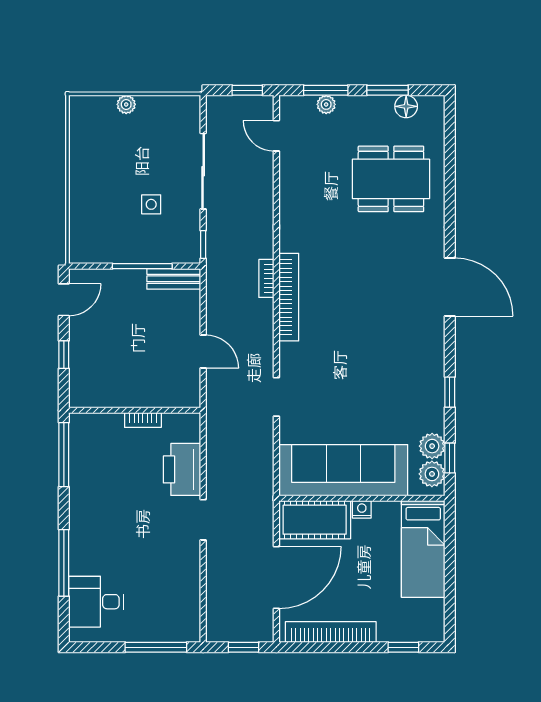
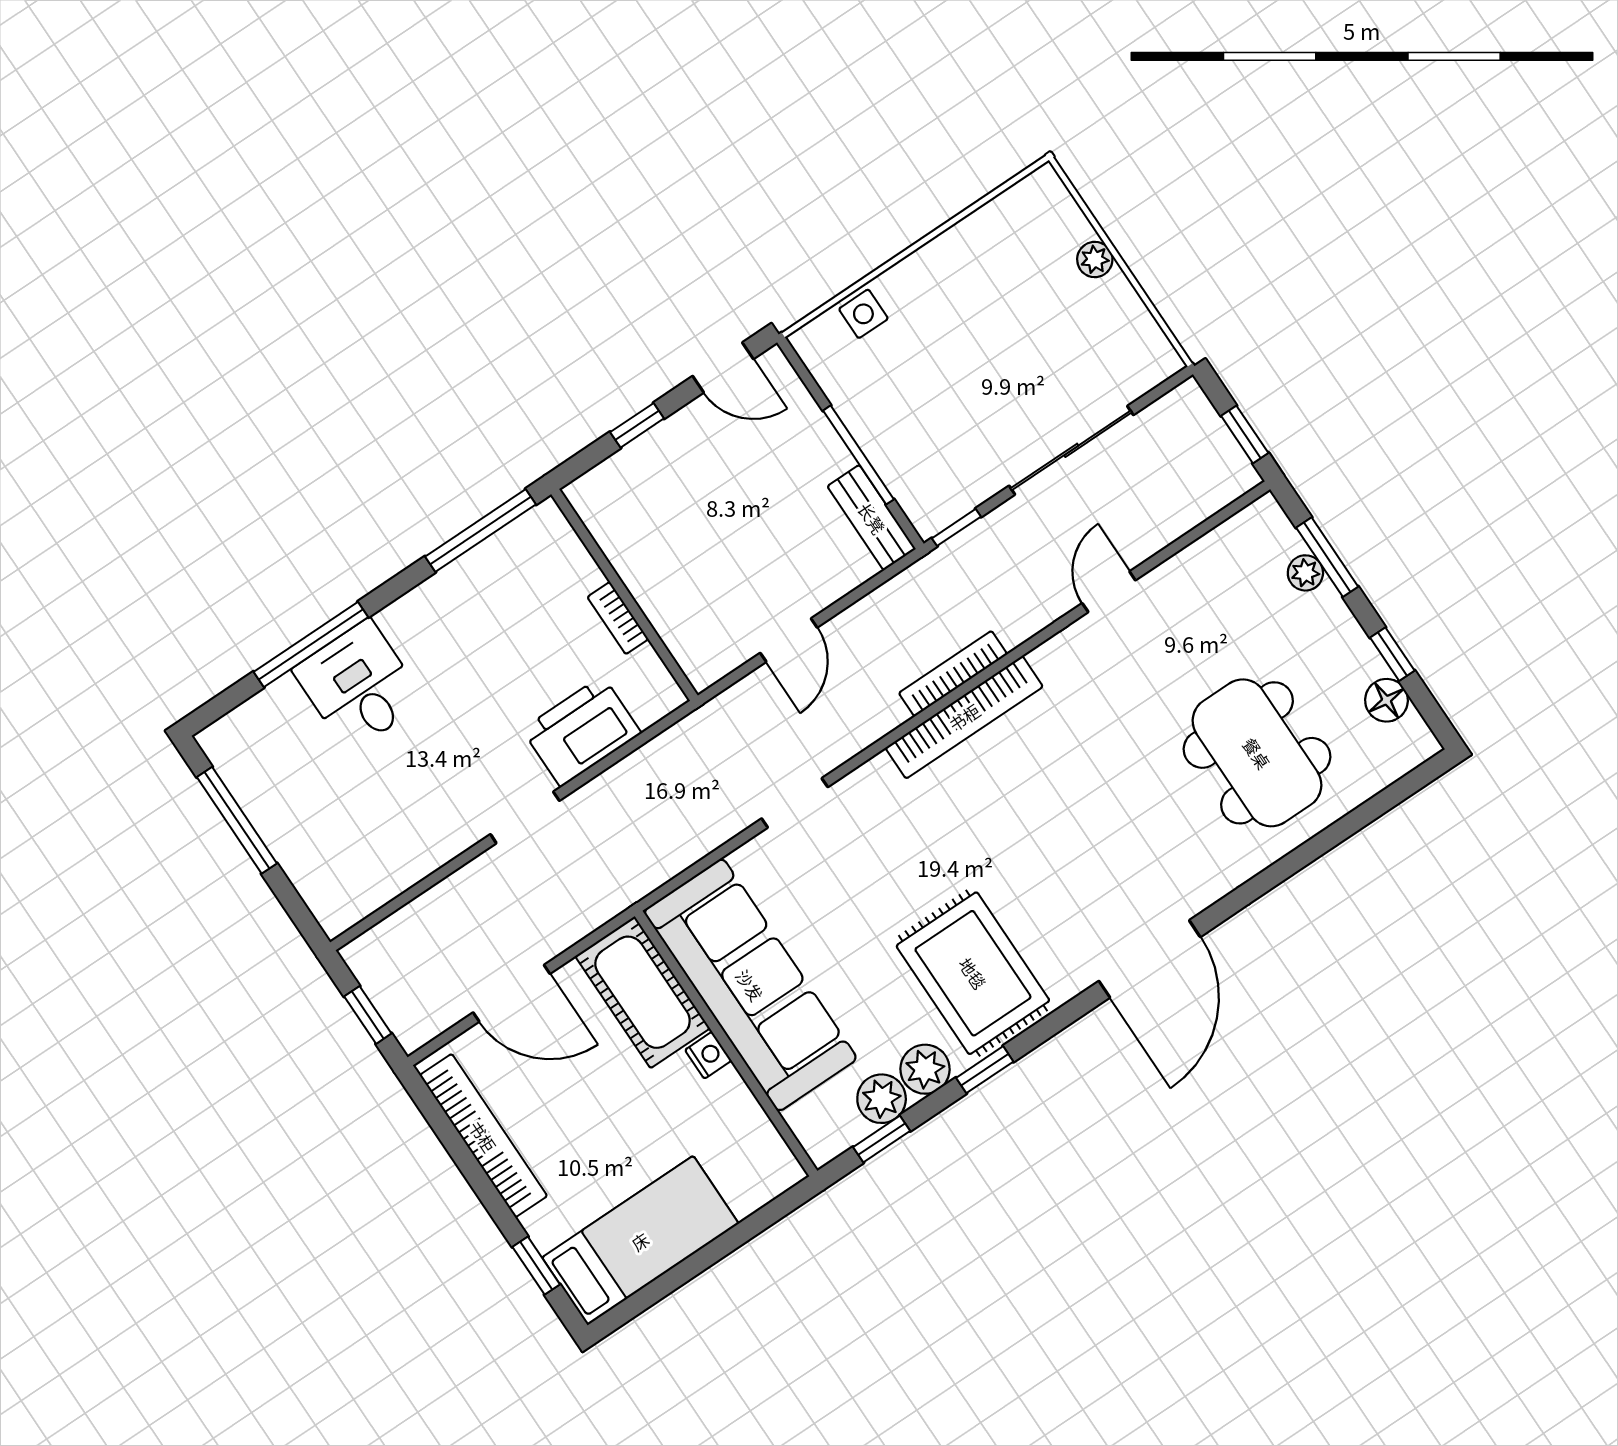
window: (388, 90) -> (1392, 654), width x0.67
door: (276, 136) -> (1109, 592), moved
side table: (151, 204) -> (863, 314), moved
bookcase: (266, 278) -> (953, 674), width x1.56
rug: (404, 369) -> (973, 973), added
plant: (432, 474) -> (925, 1069), moved
bed: (423, 549) -> (640, 1241), moved, turned 180
door: (276, 578) -> (512, 993), width x0.73
desk: (96, 602) -> (359, 686), moved
window: (156, 647) -> (237, 820), moved

